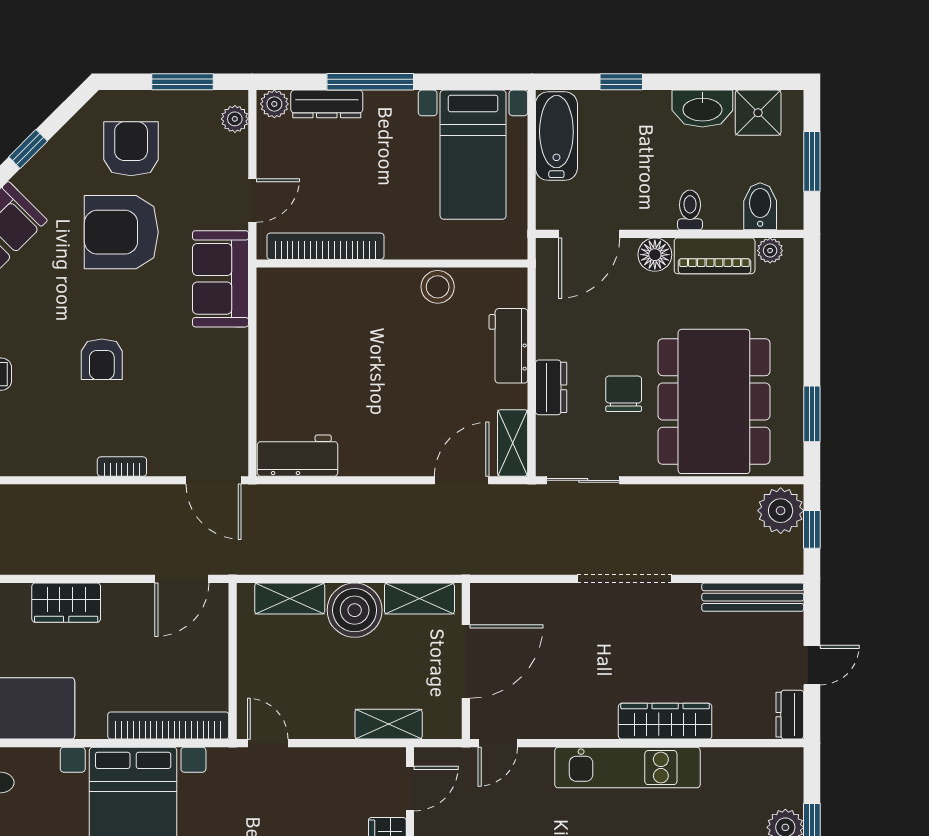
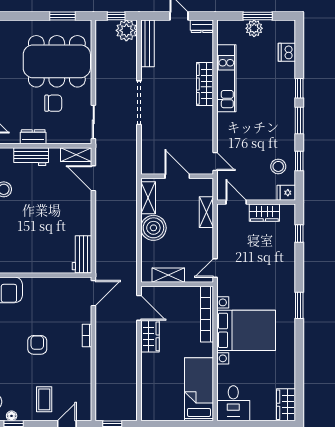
armchair: (102, 359) -> (37, 345), turned -90
dresser: (551, 387) -> (33, 137), moved
chair: (624, 394) -> (53, 103), turned 180
plant: (781, 511) -> (126, 30), moved
shelving: (290, 599) -> (168, 275), moved, turned 90
wardrobe: (66, 603) -> (150, 336), moved
door: (466, 661) -> (177, 176), width x0.73
kitchen unit: (627, 768) -> (226, 78), moved

